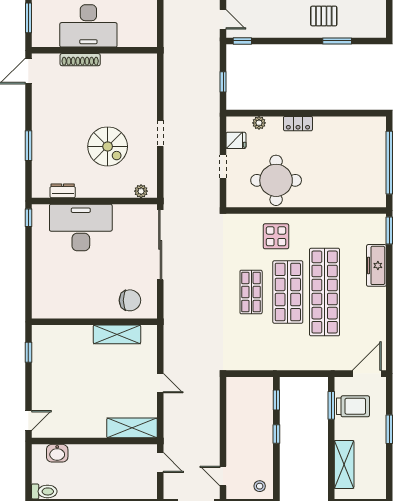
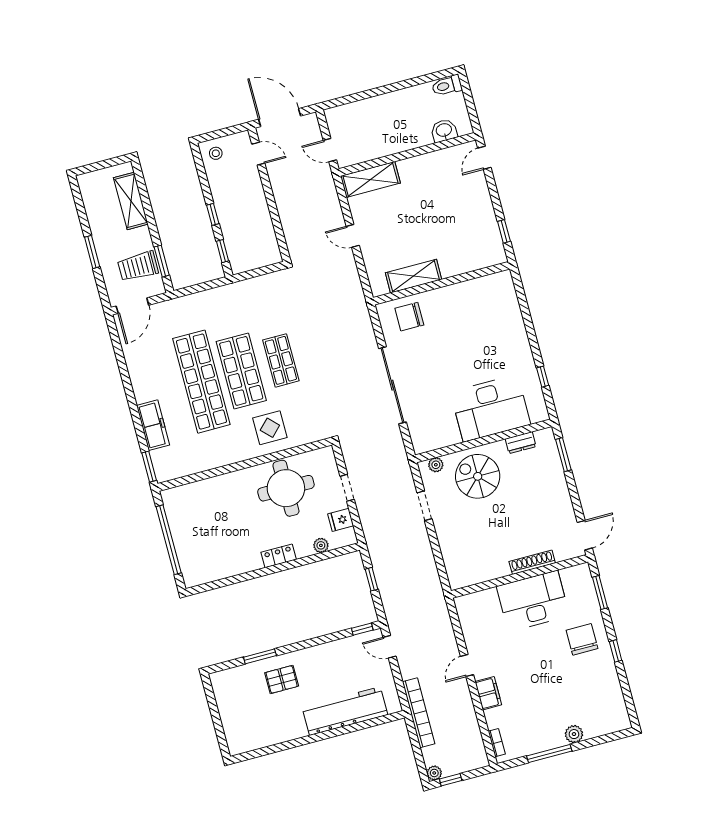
dresser: (63, 191) -> (521, 443), moved
plant: (141, 191) -> (436, 465), moved
wall: (94, 201) -> (483, 441), moved
desk: (81, 228) -> (490, 408), moved

